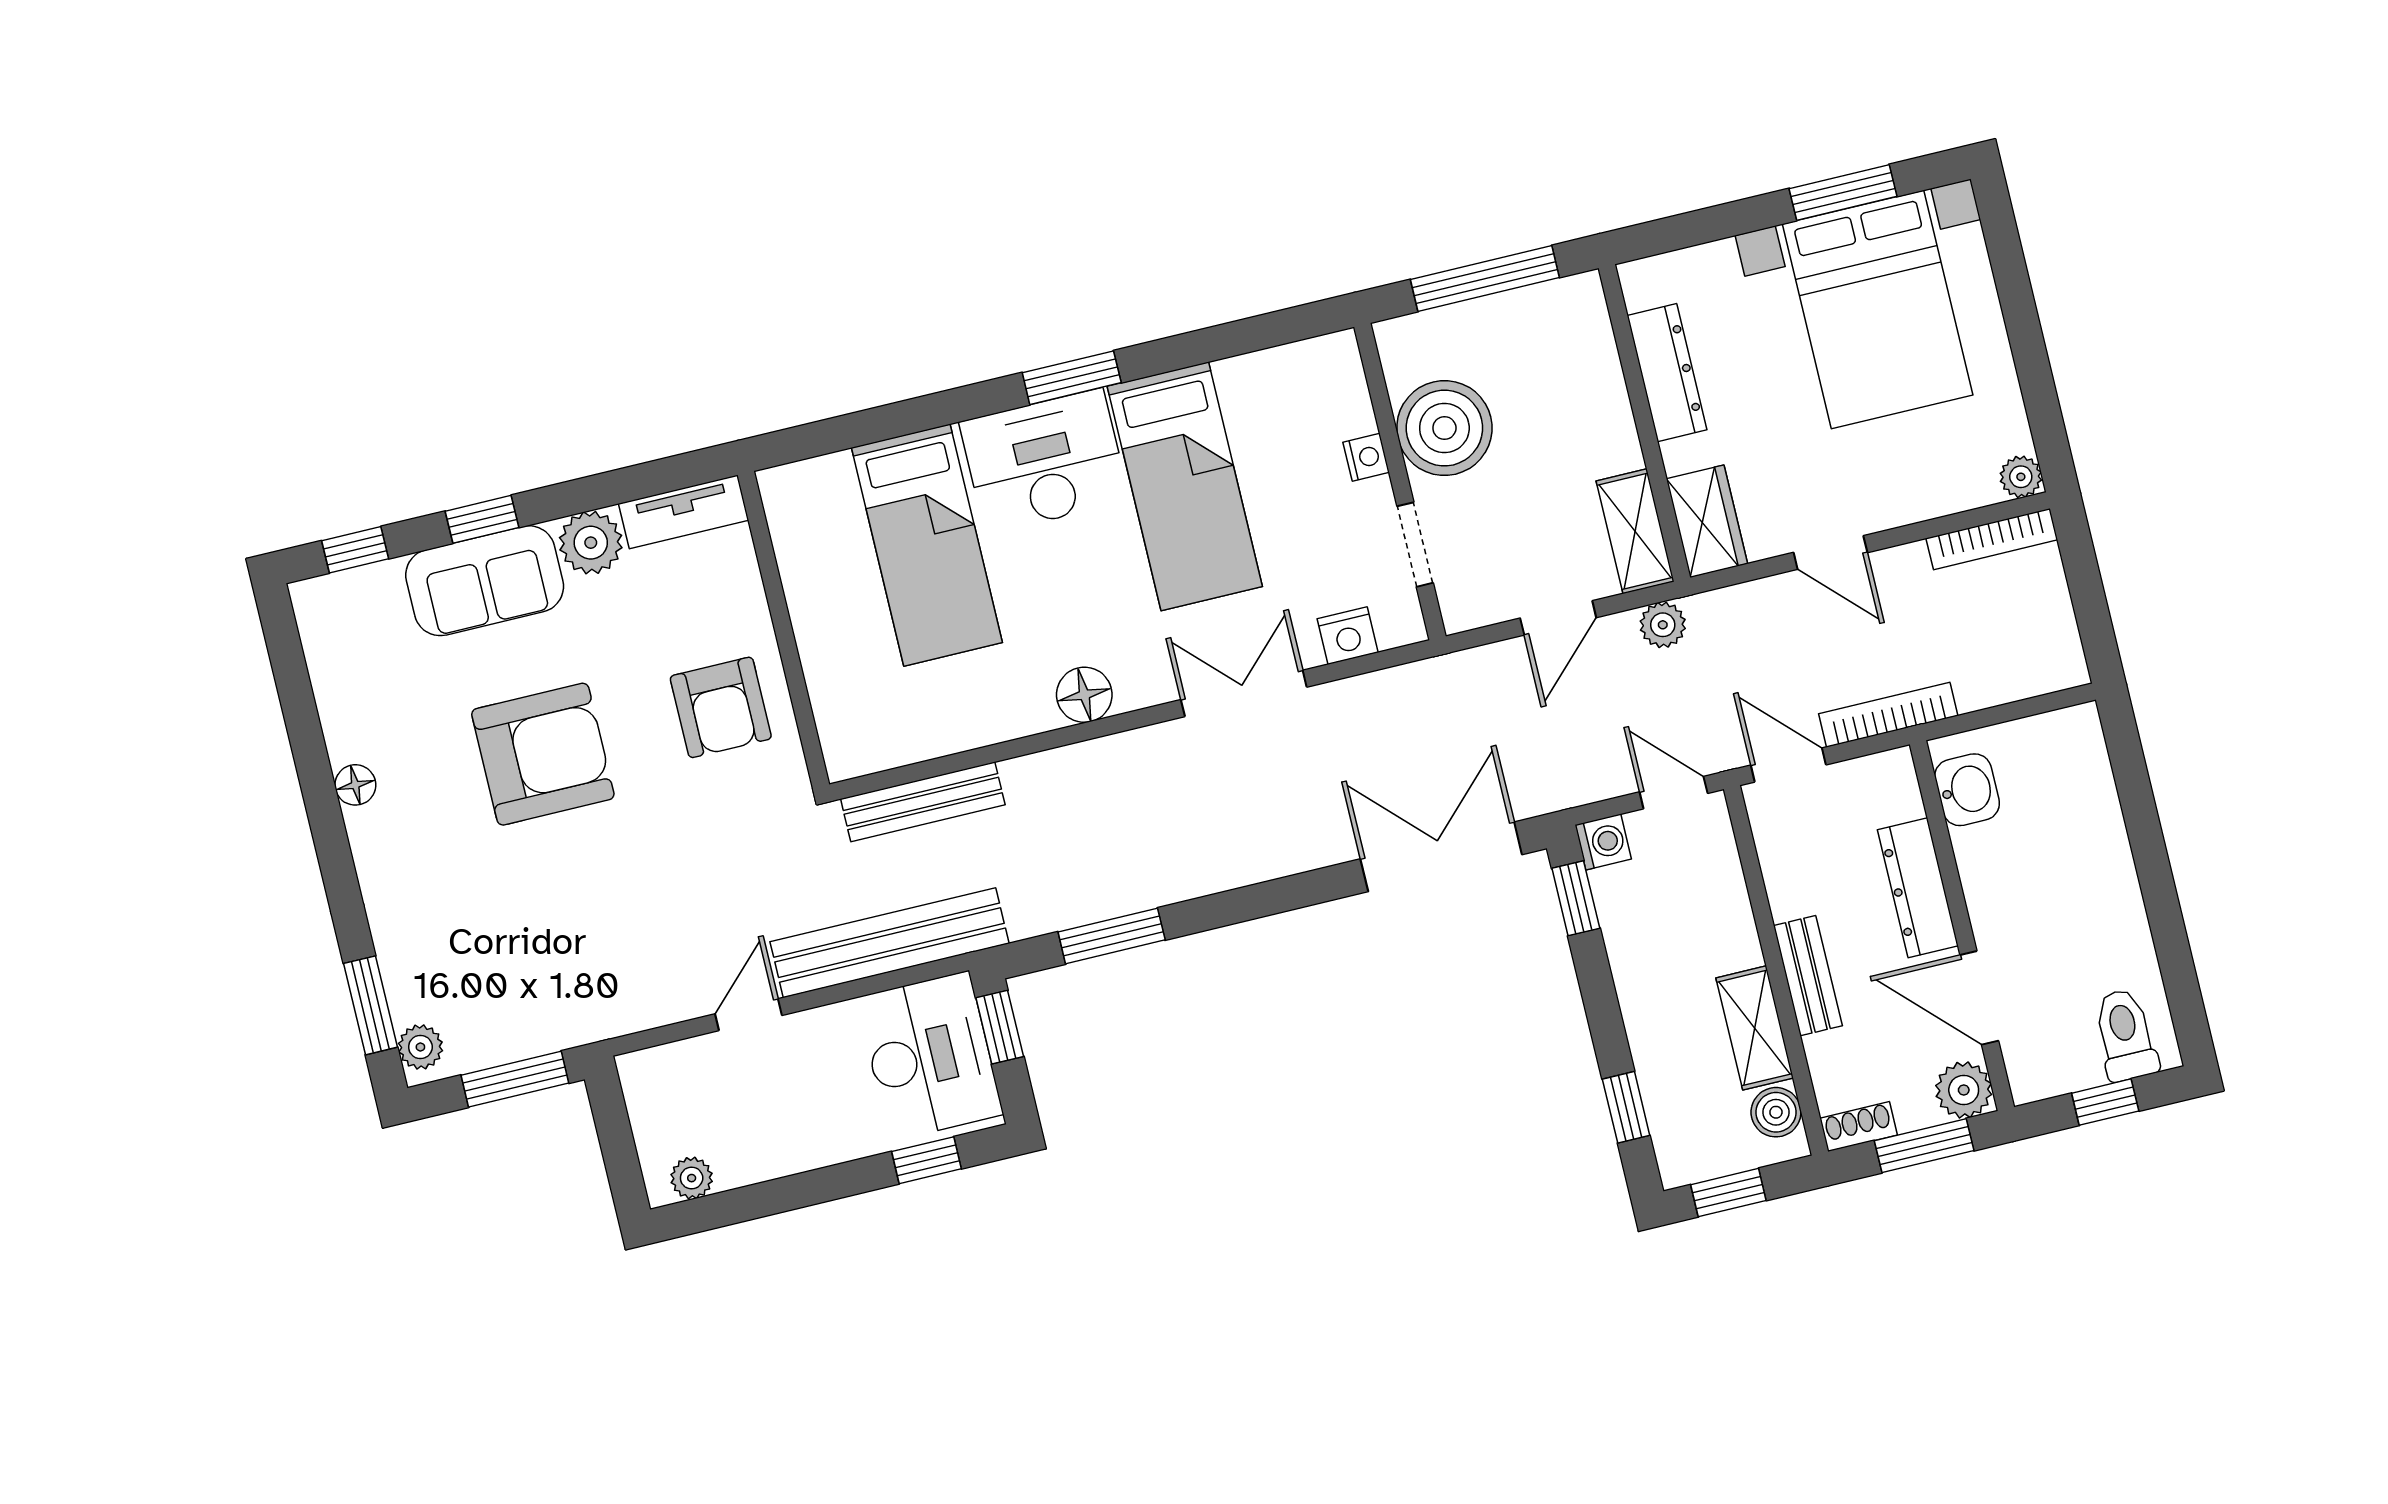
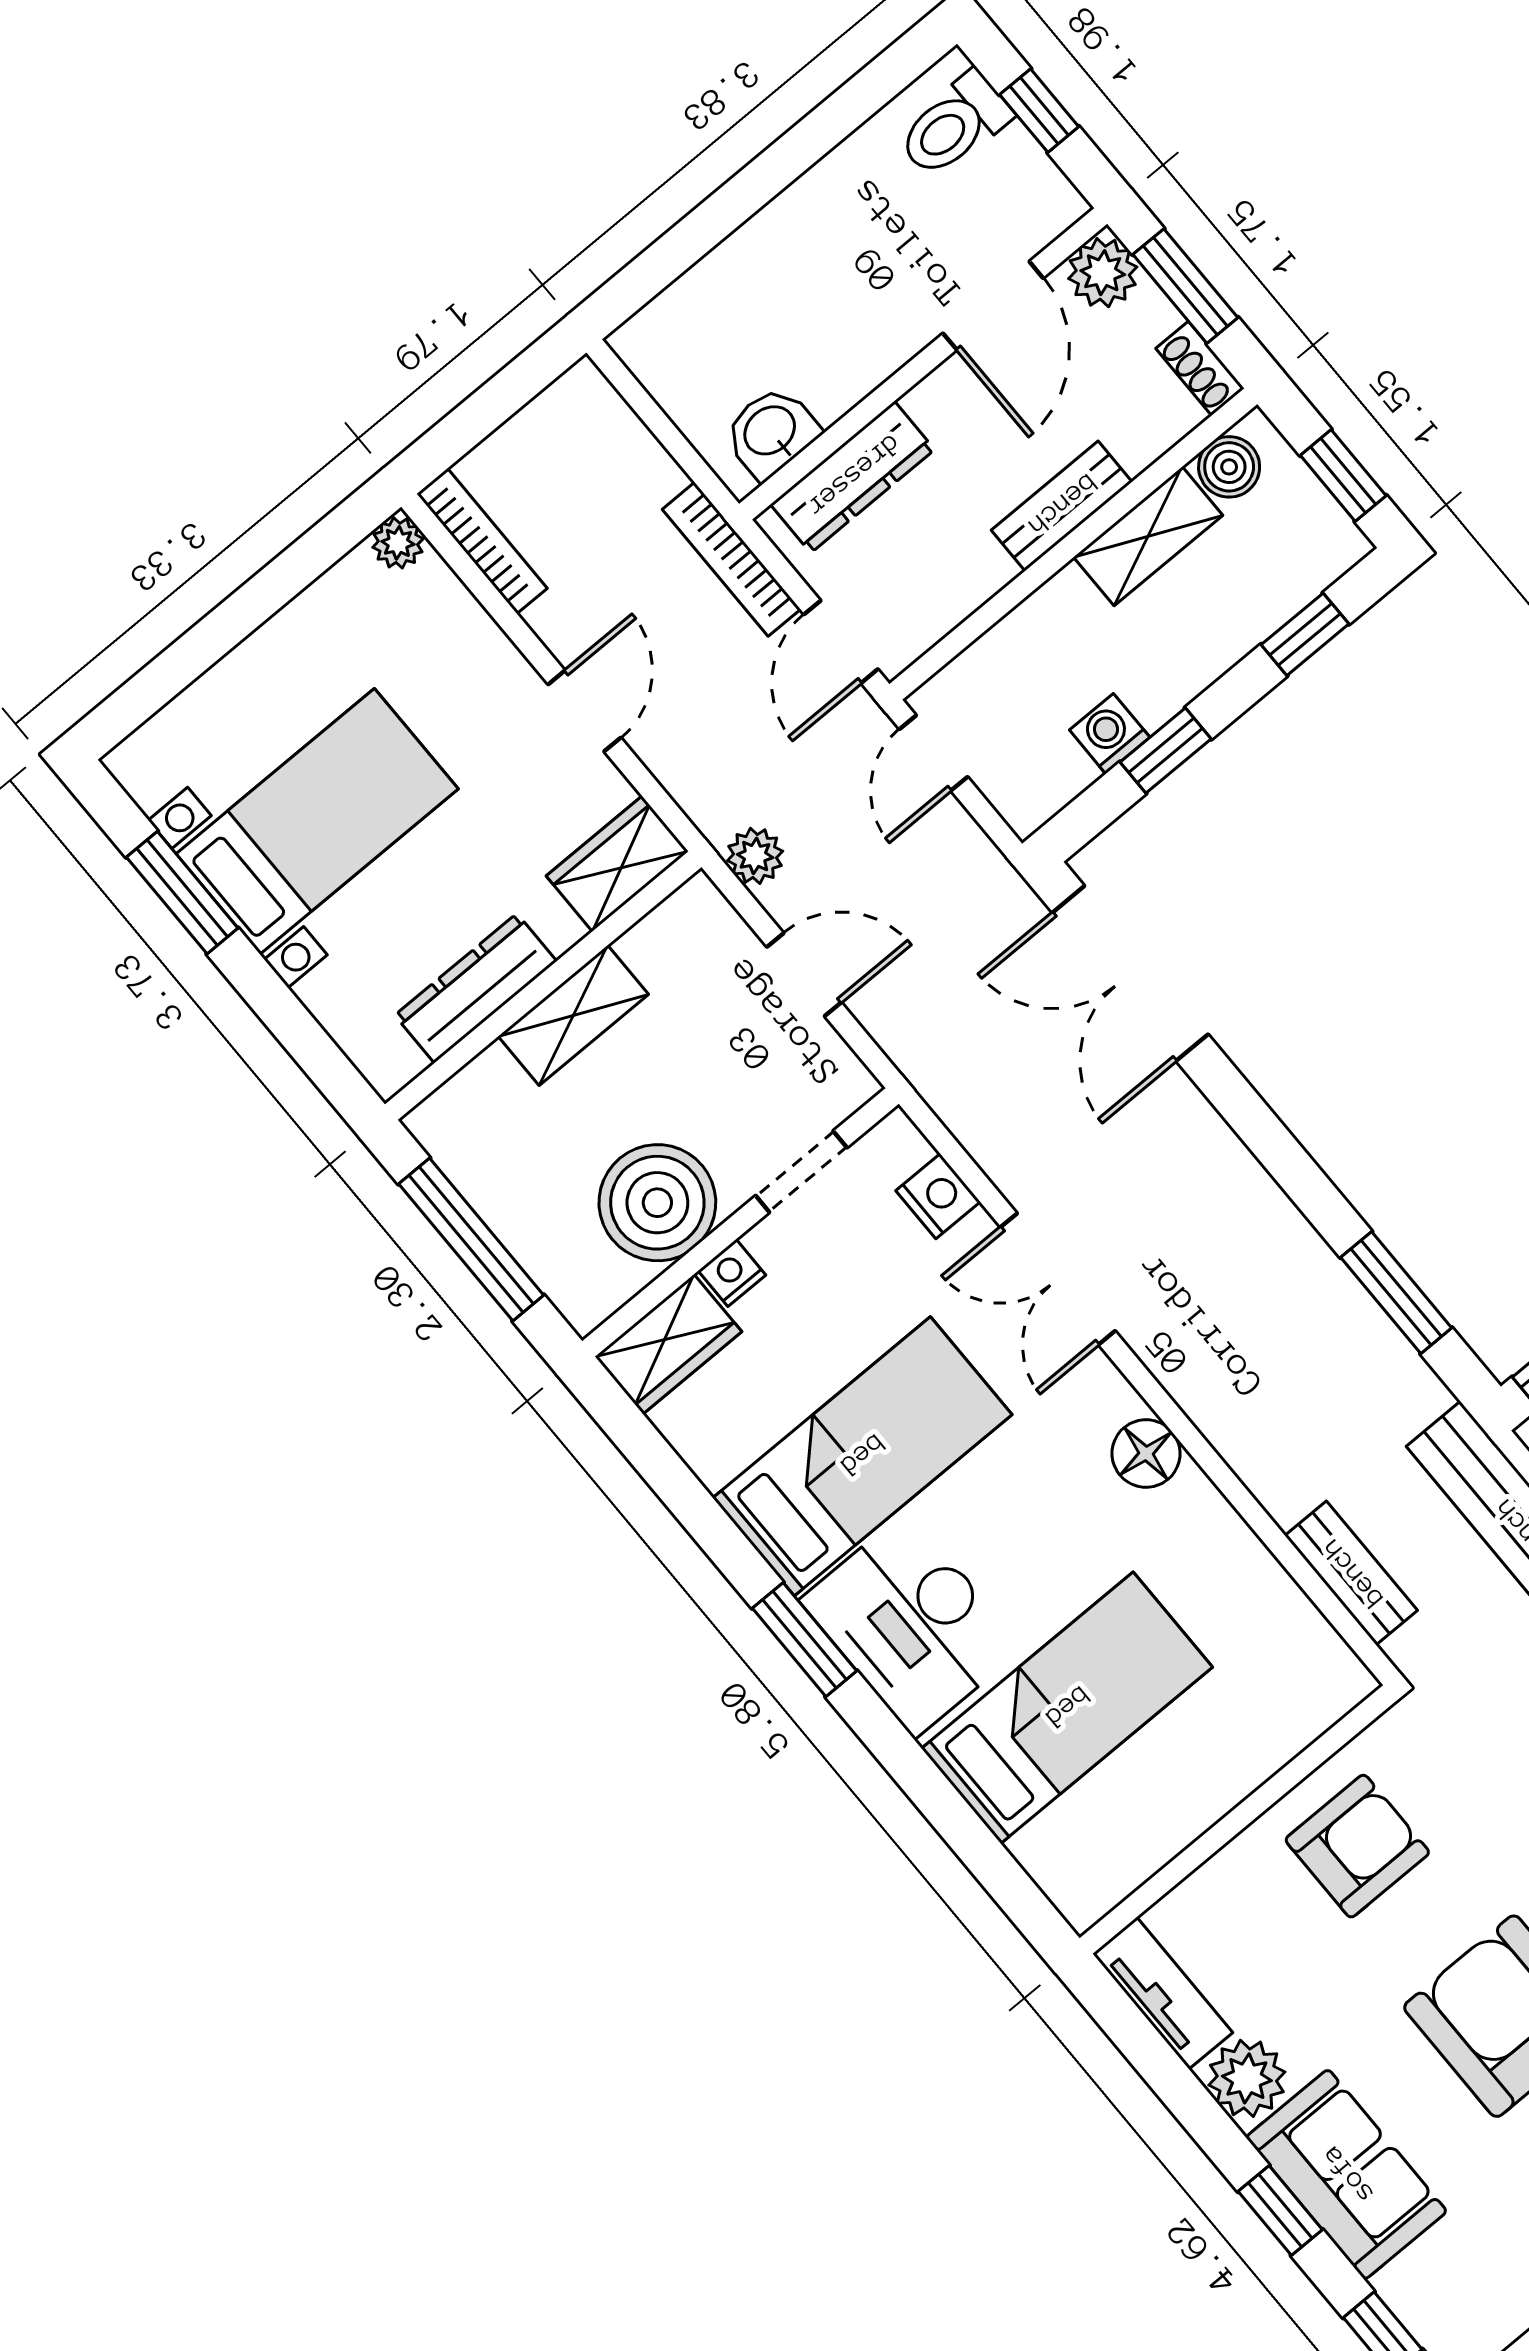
bed with nightstands: (1878, 310) -> (317, 821), width x0.73
wardrobe: (1337, 385) -> (668, 1344), added
shelving: (1635, 531) -> (573, 1015), moved
bench: (923, 802) -> (1351, 1573), width x0.73
washing machine: (1603, 842) -> (1110, 734), moved
dresser: (1918, 888) -> (853, 477), moved
window: (1576, 898) -> (1166, 750), moved

